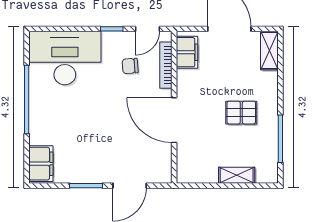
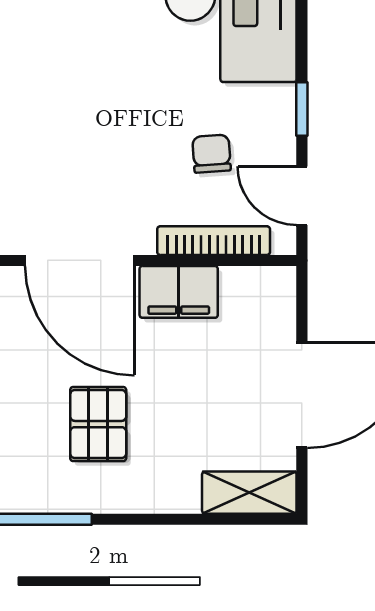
filing cabinet: (187, 52) -> (179, 292), moved
door: (174, 120) -> (80, 260), swing flipped

